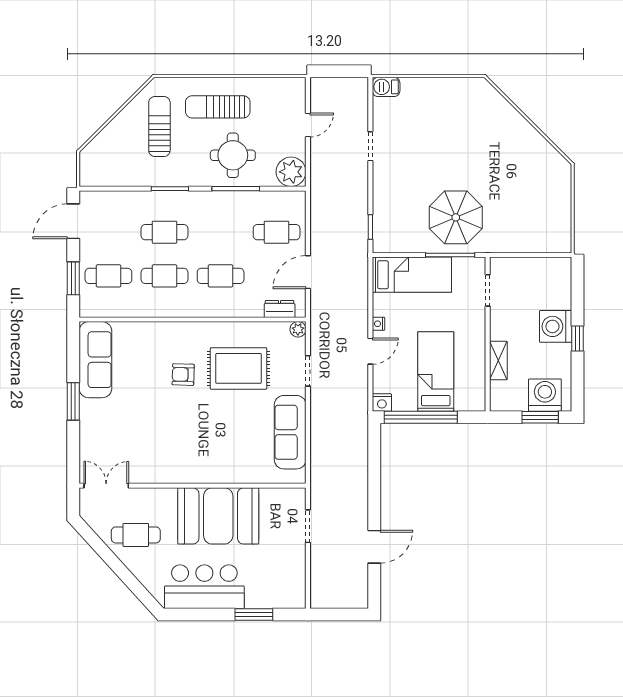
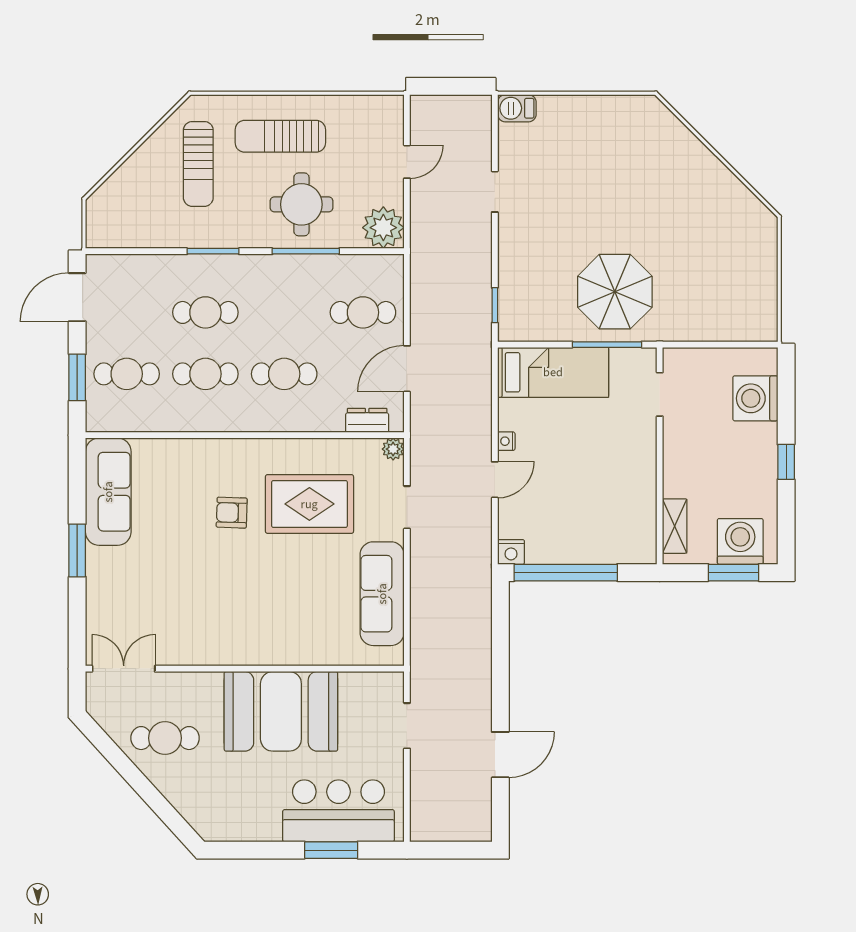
sun lounger: (159, 127) -> (198, 164), turned 180
washing machine: (556, 326) -> (755, 398), moved
shelving: (498, 360) -> (675, 526), moved
bed: (436, 371) -> (587, 508), removed
bar counter: (204, 587) -> (338, 811), moved

